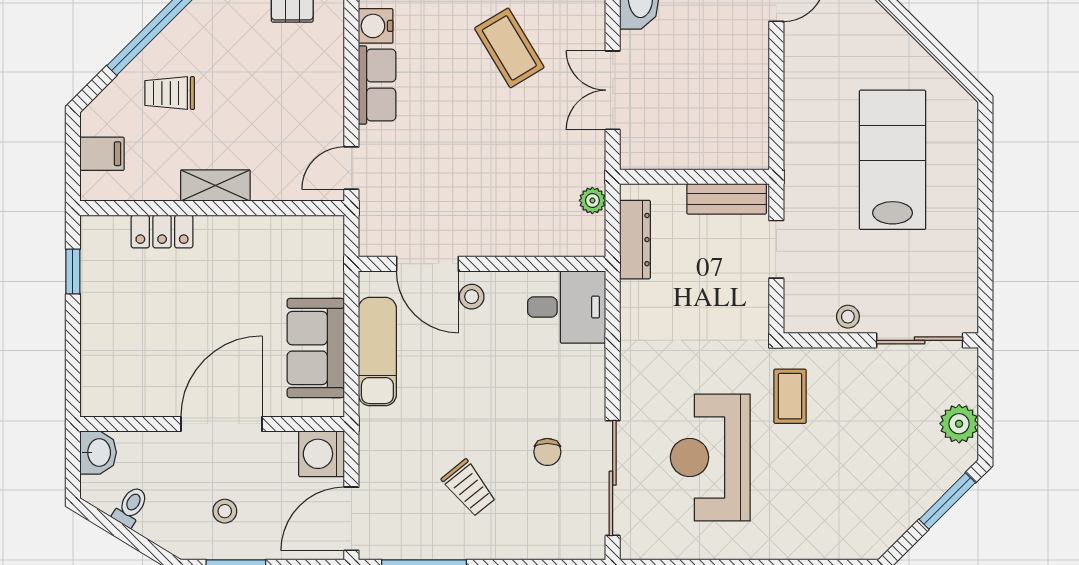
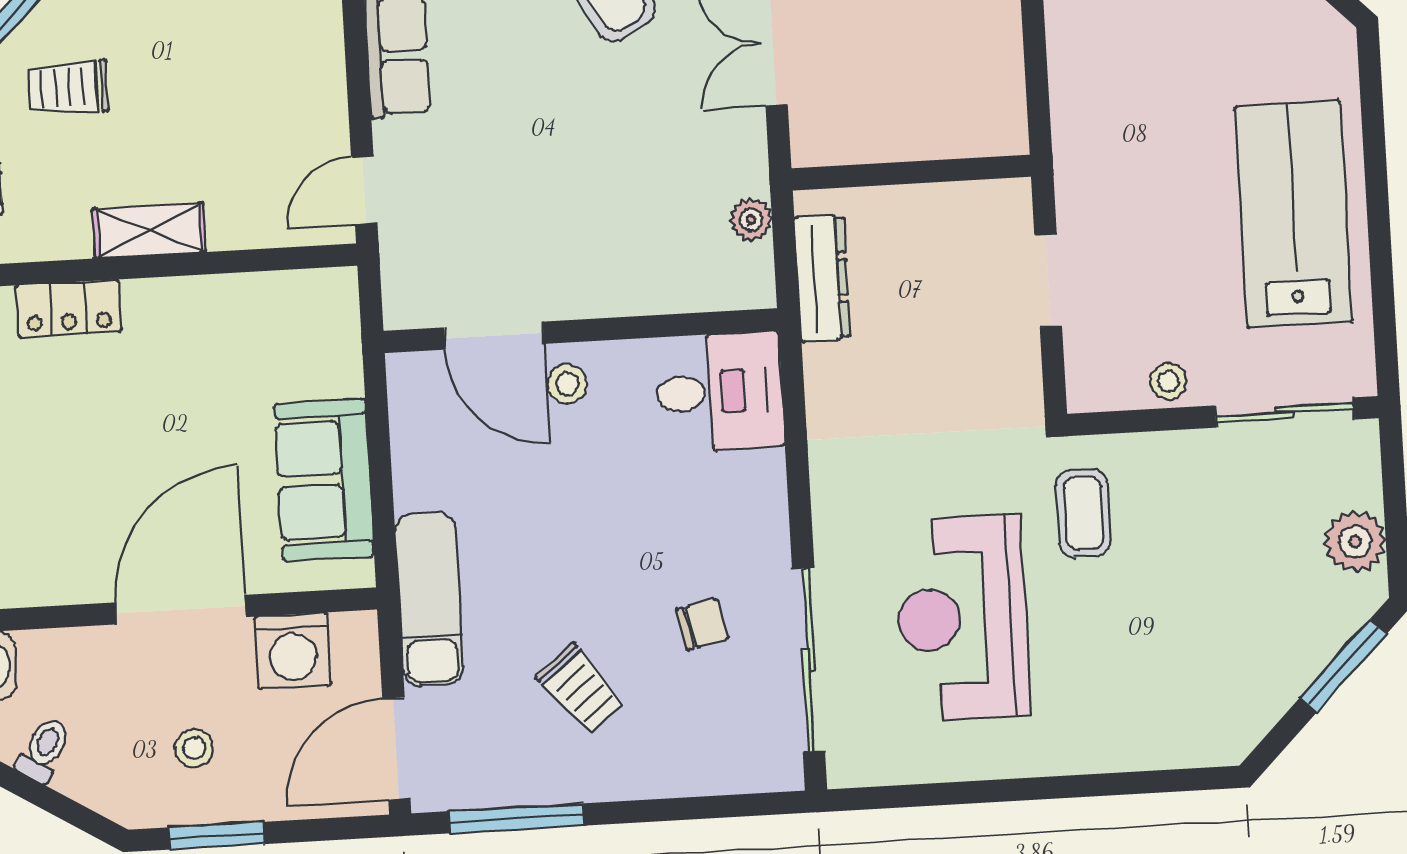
lab bench: (893, 160) -> (1294, 214), moved
bench: (727, 199) -> (964, 205), removed
exam couch: (377, 352) -> (429, 599), moved
chair: (547, 452) -> (702, 624), turned -102
washing machine: (322, 454) -> (293, 651), moved, turned -90

